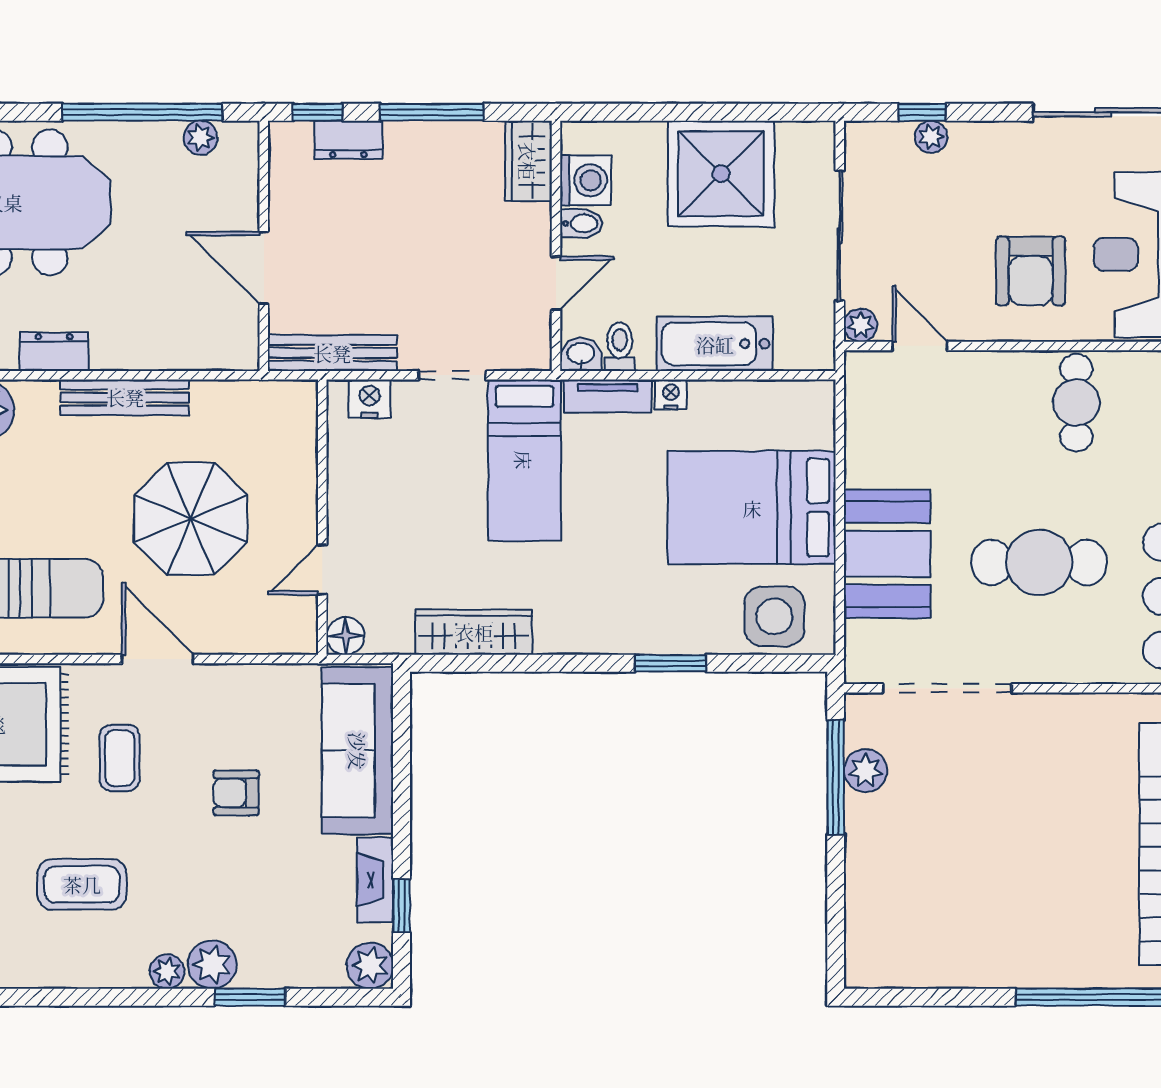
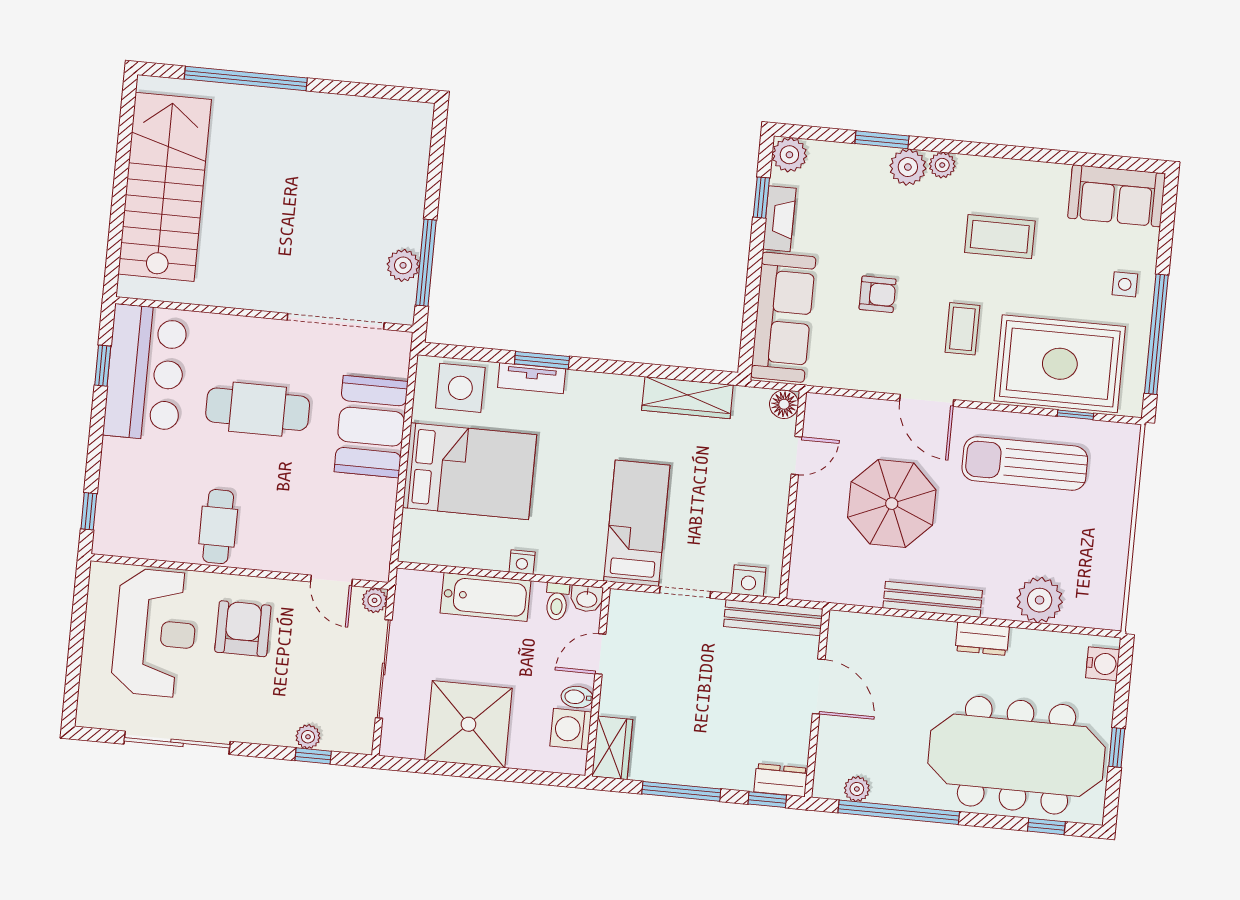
dresser: (348, 140) -> (781, 780), moved
tv unit: (608, 396) -> (532, 378), moved, turned 180

